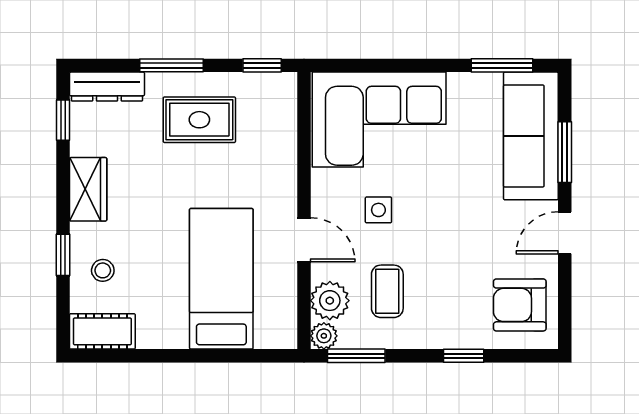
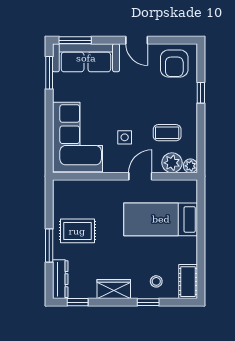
window: (262, 65) -> (49, 198), removed
rug: (199, 120) -> (77, 231), turned 90
window: (565, 152) -> (75, 40), moved
window: (356, 356) -> (201, 149), removed

